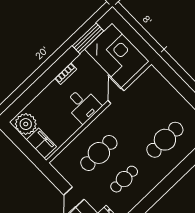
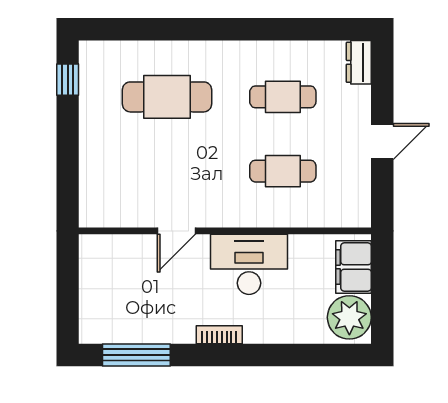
corner desk: (112, 50) -> (118, 305), removed
desk: (83, 105) -> (249, 264), width x1.37
cafe table: (99, 153) -> (283, 171), width x0.73, depth x0.74

